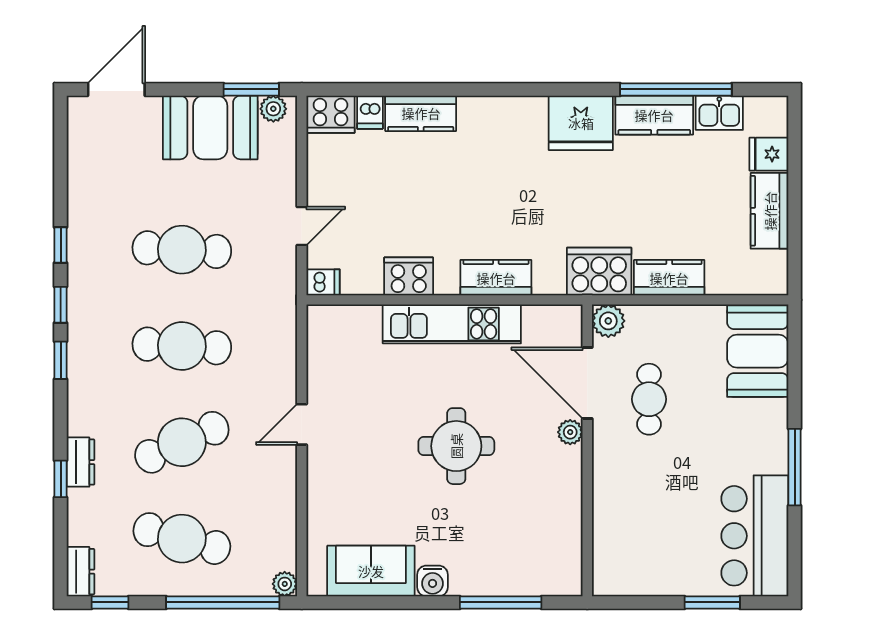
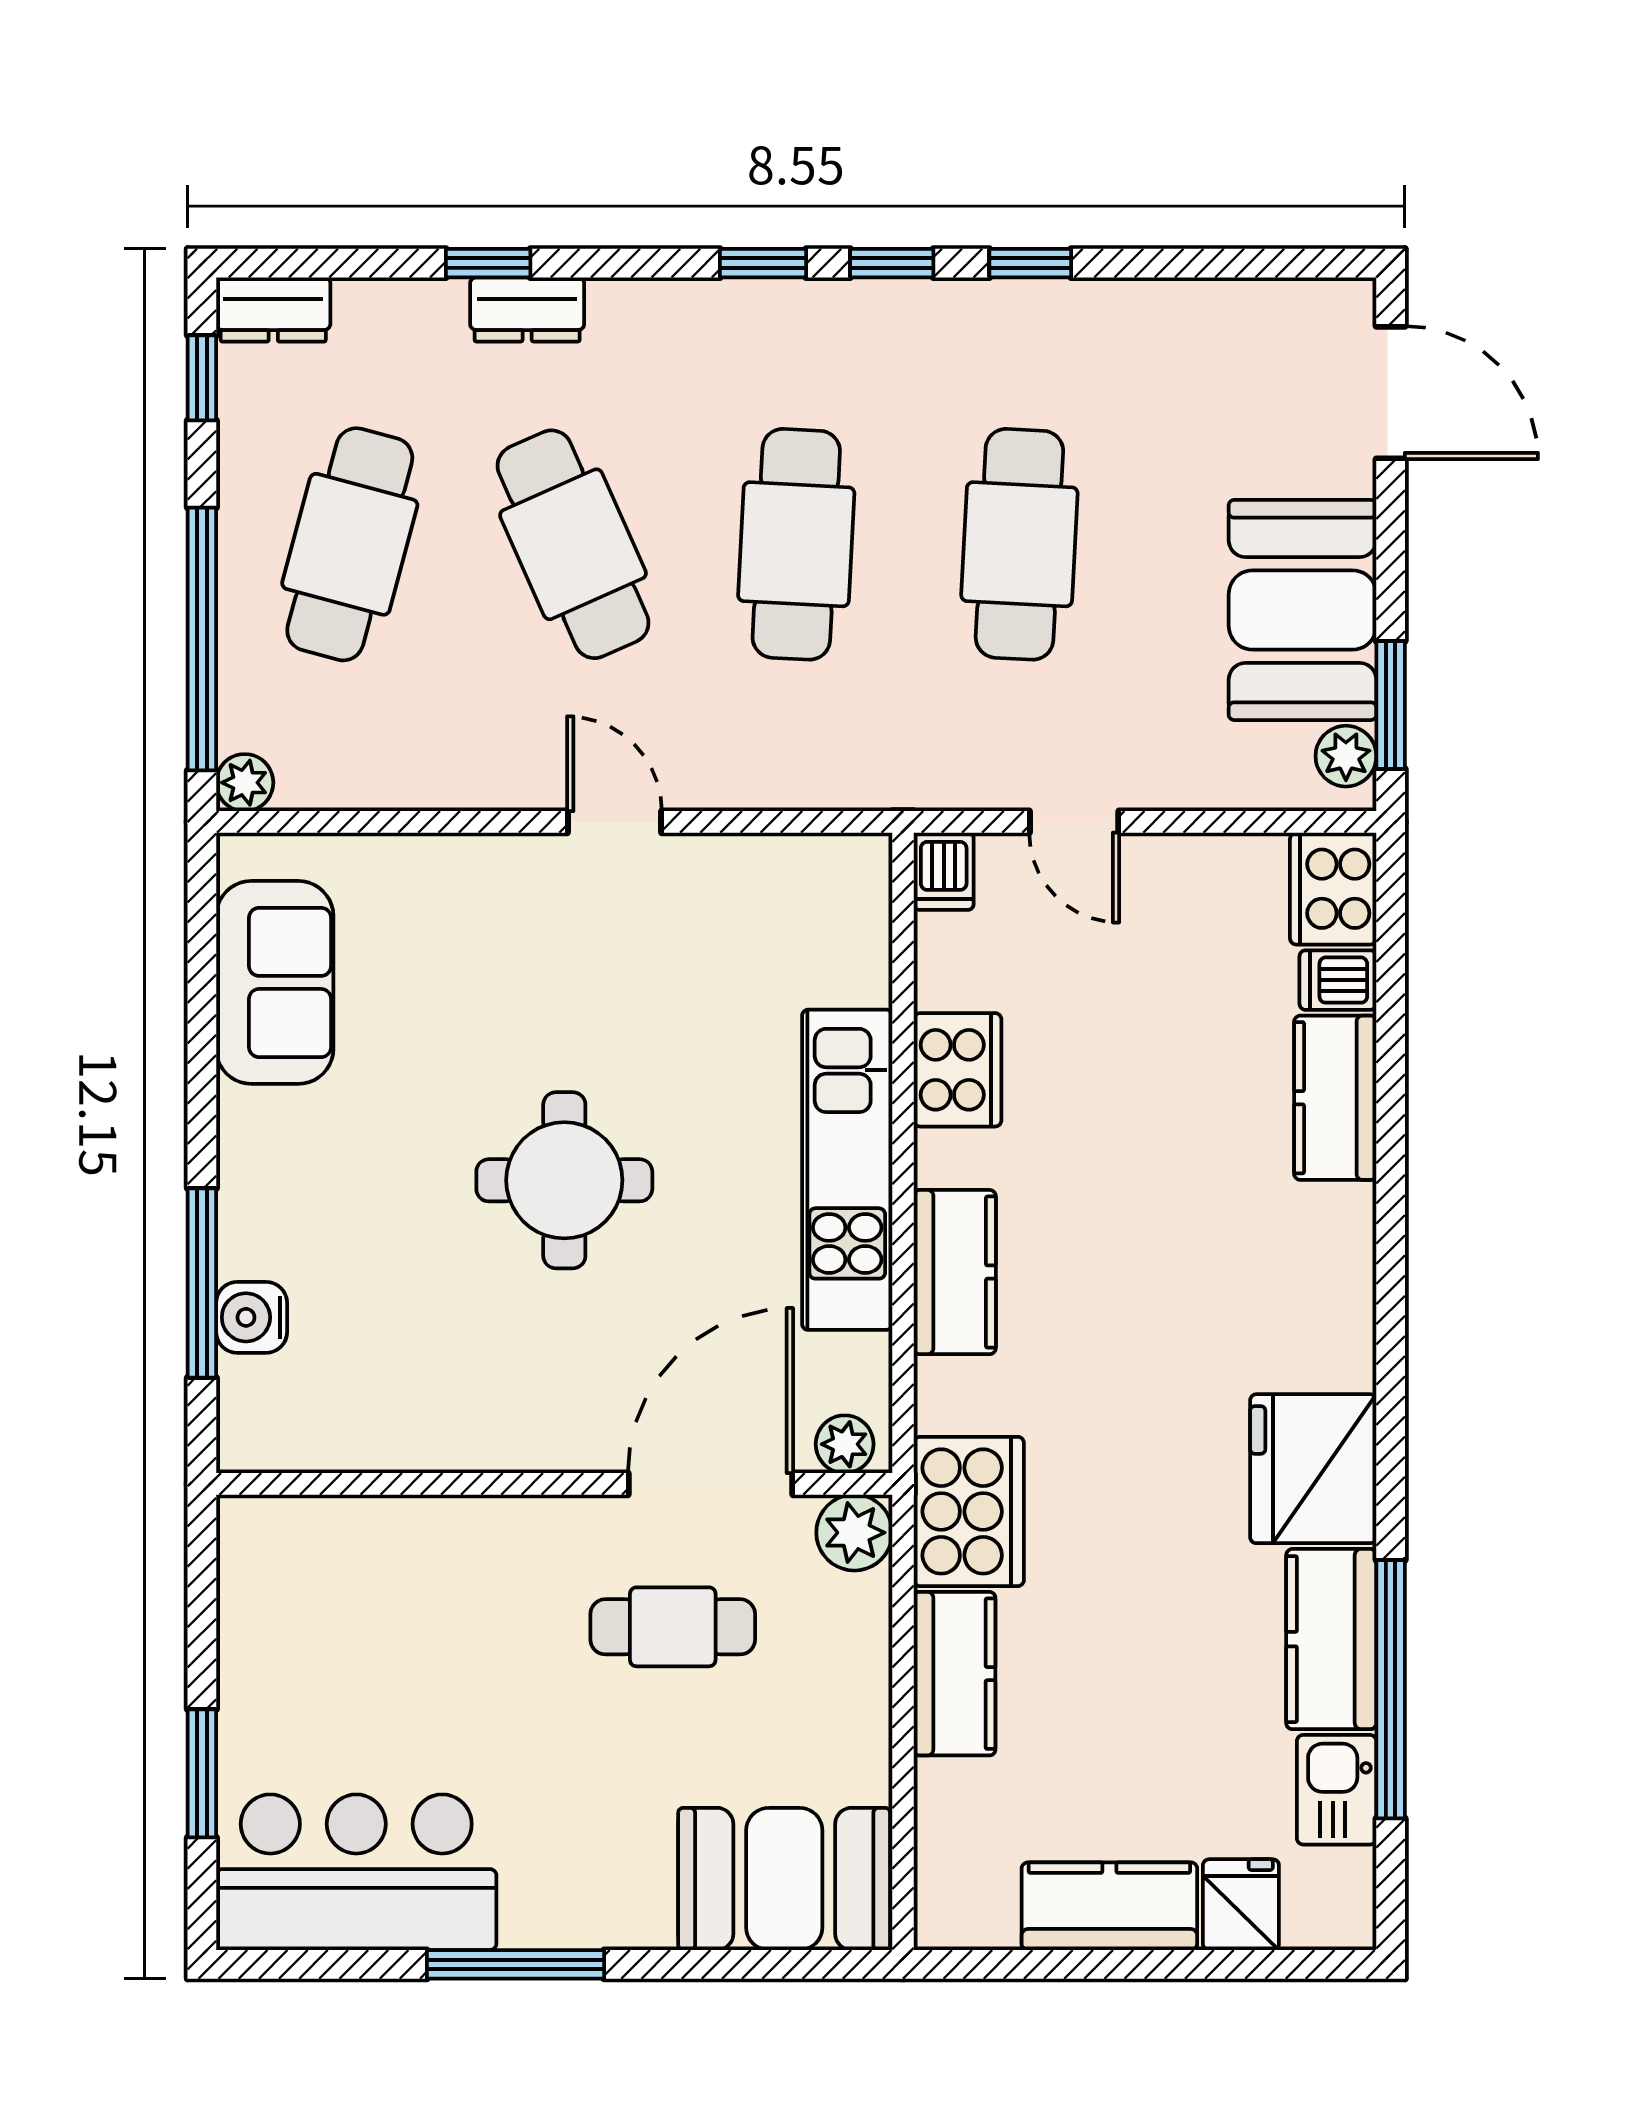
plant: (570, 432) -> (845, 1444), moved
water cooler: (433, 581) -> (252, 1317), moved

